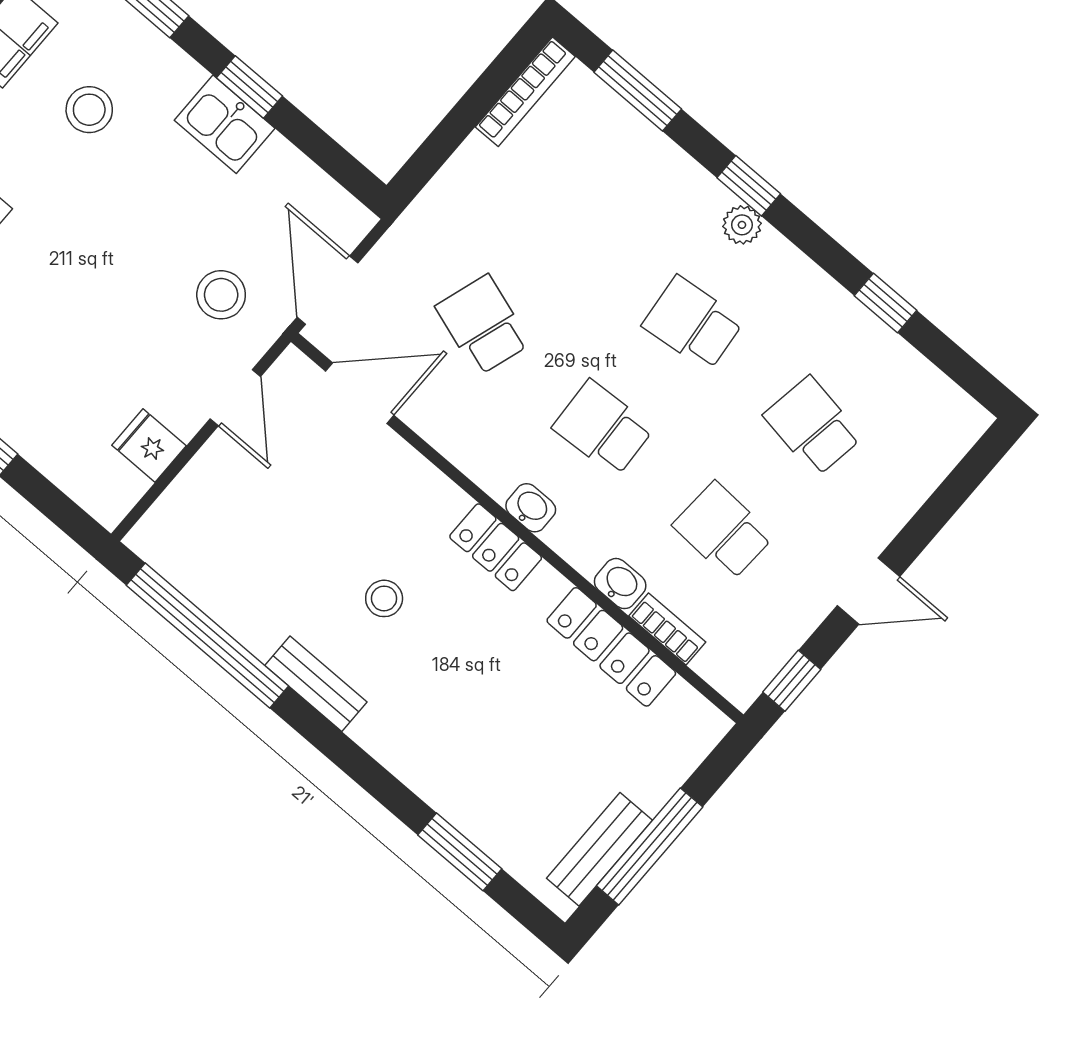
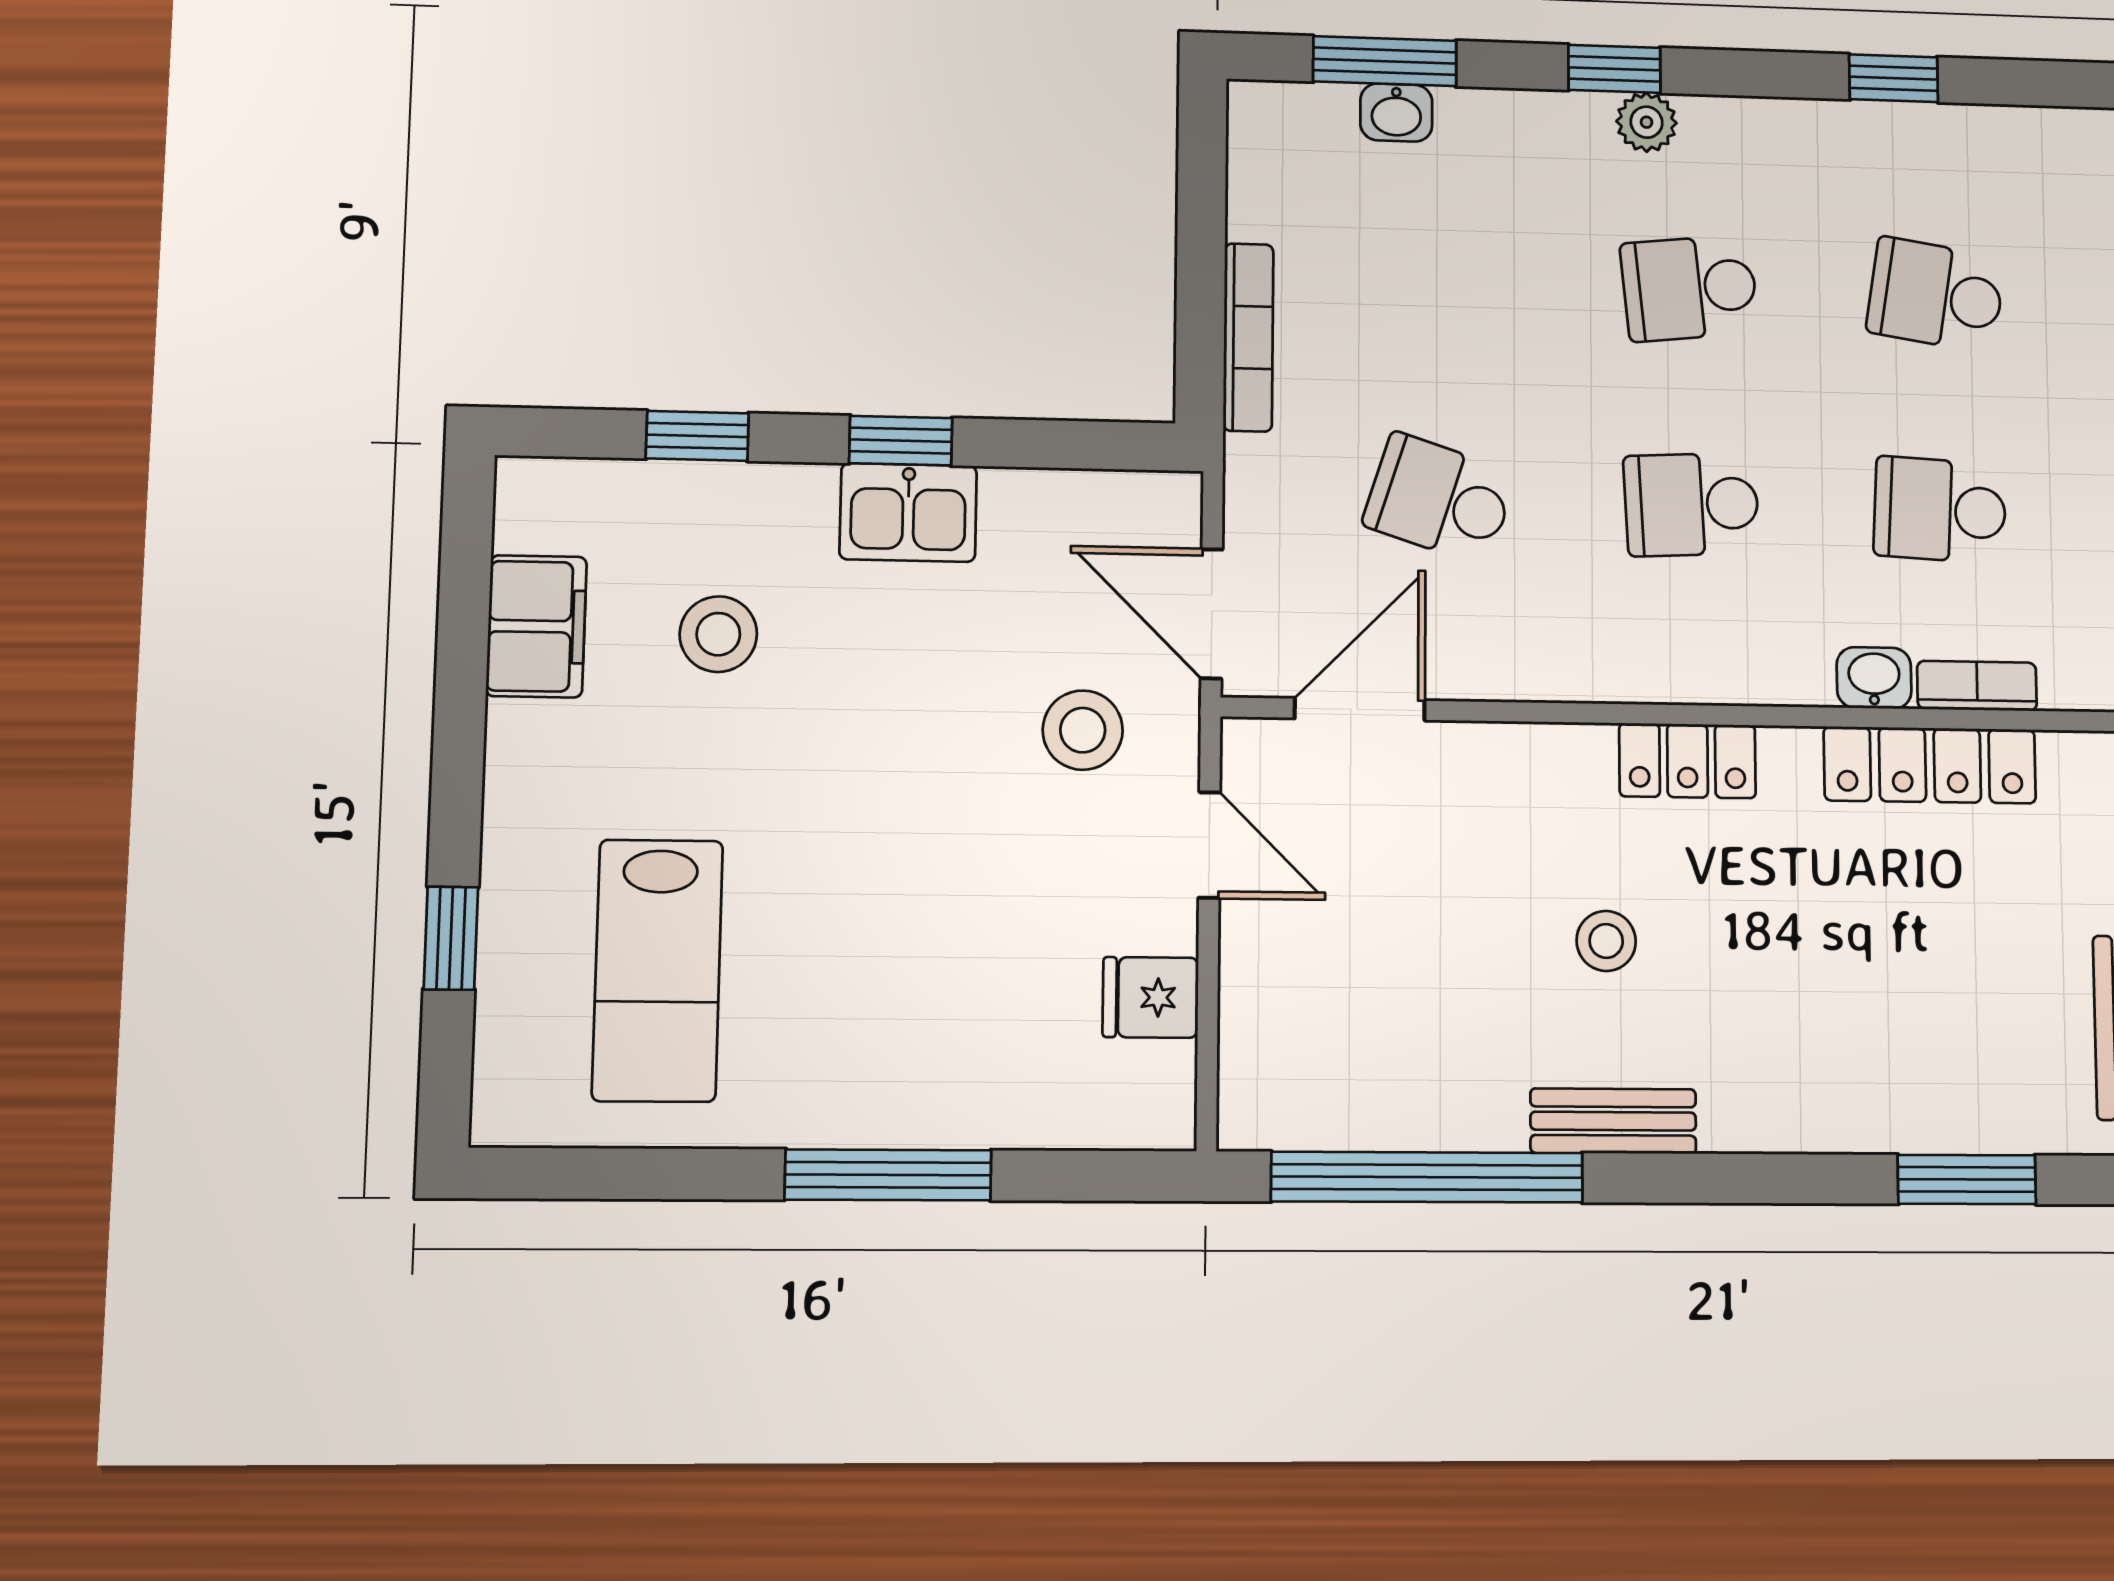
bookcase: (525, 92) -> (1248, 337), moved
washbasin: (531, 508) -> (1396, 113), moved, turned 180

